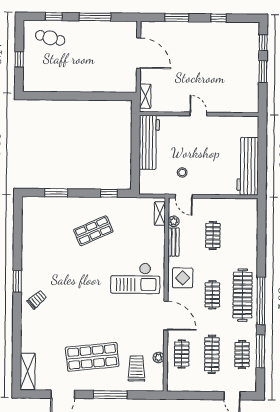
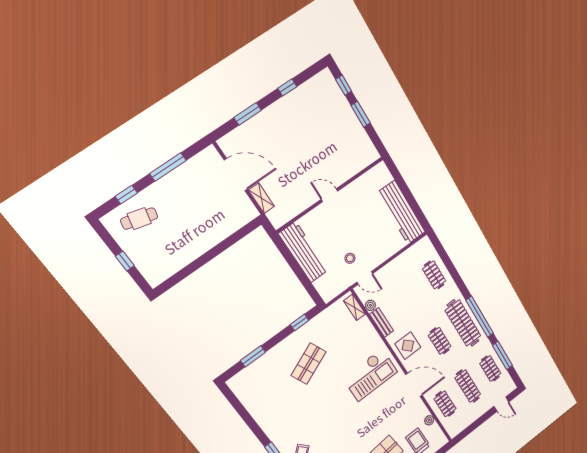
shelving: (145, 96) -> (261, 198), moved
clothes rail: (213, 235) -> (434, 275), moved

